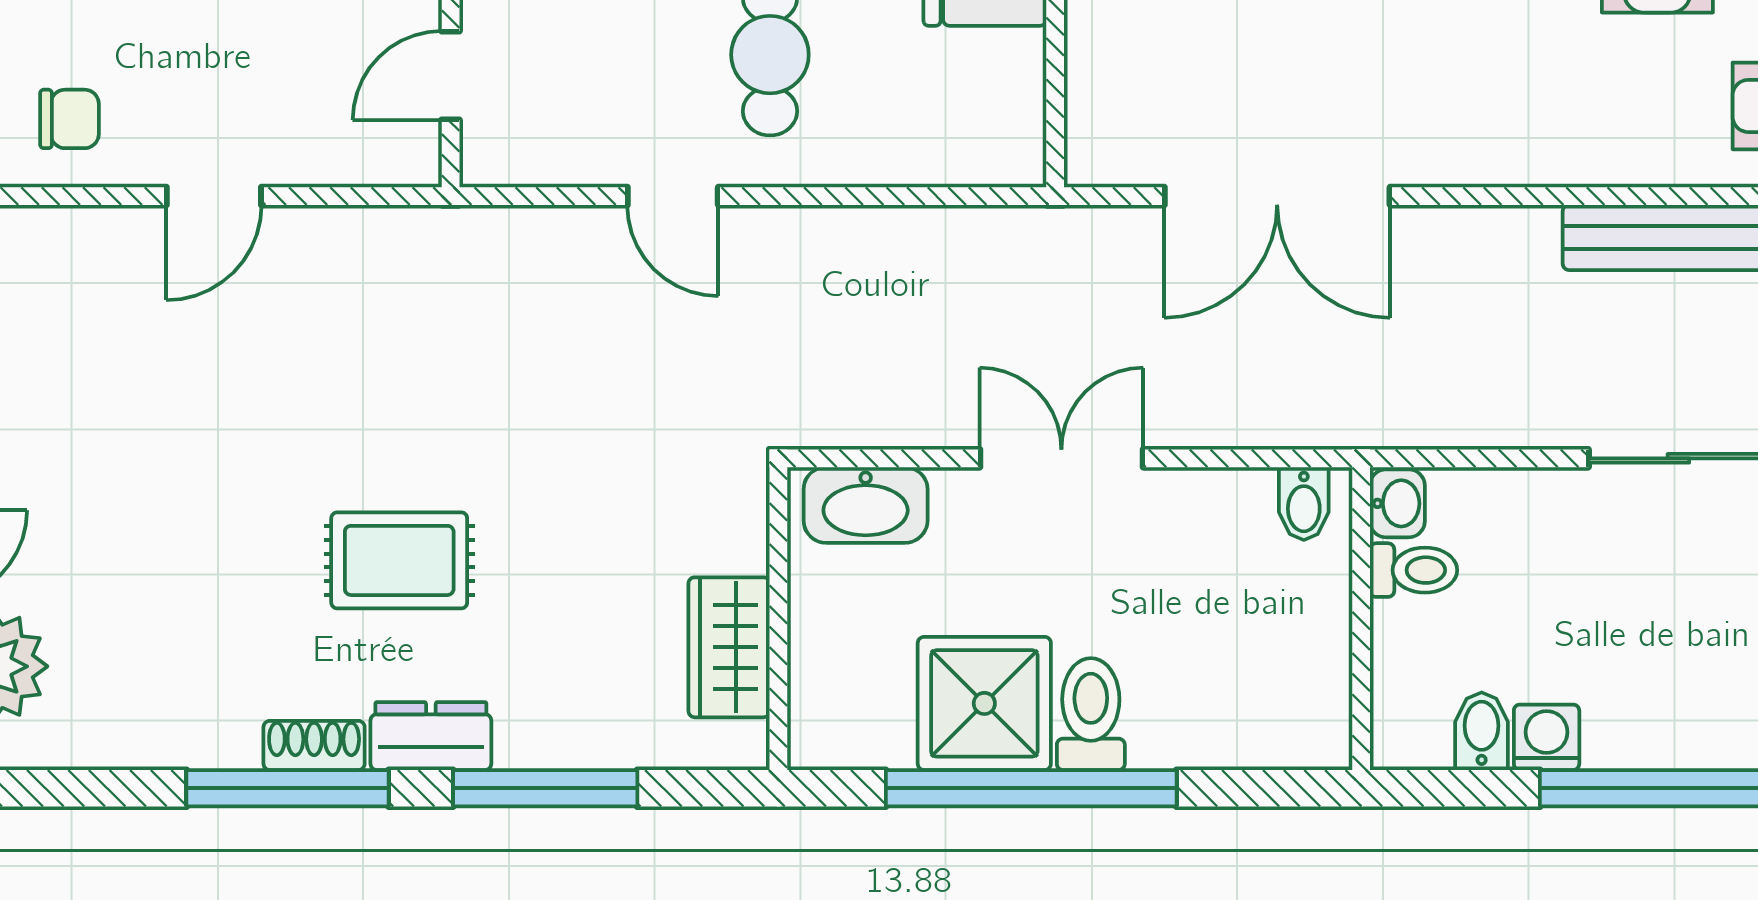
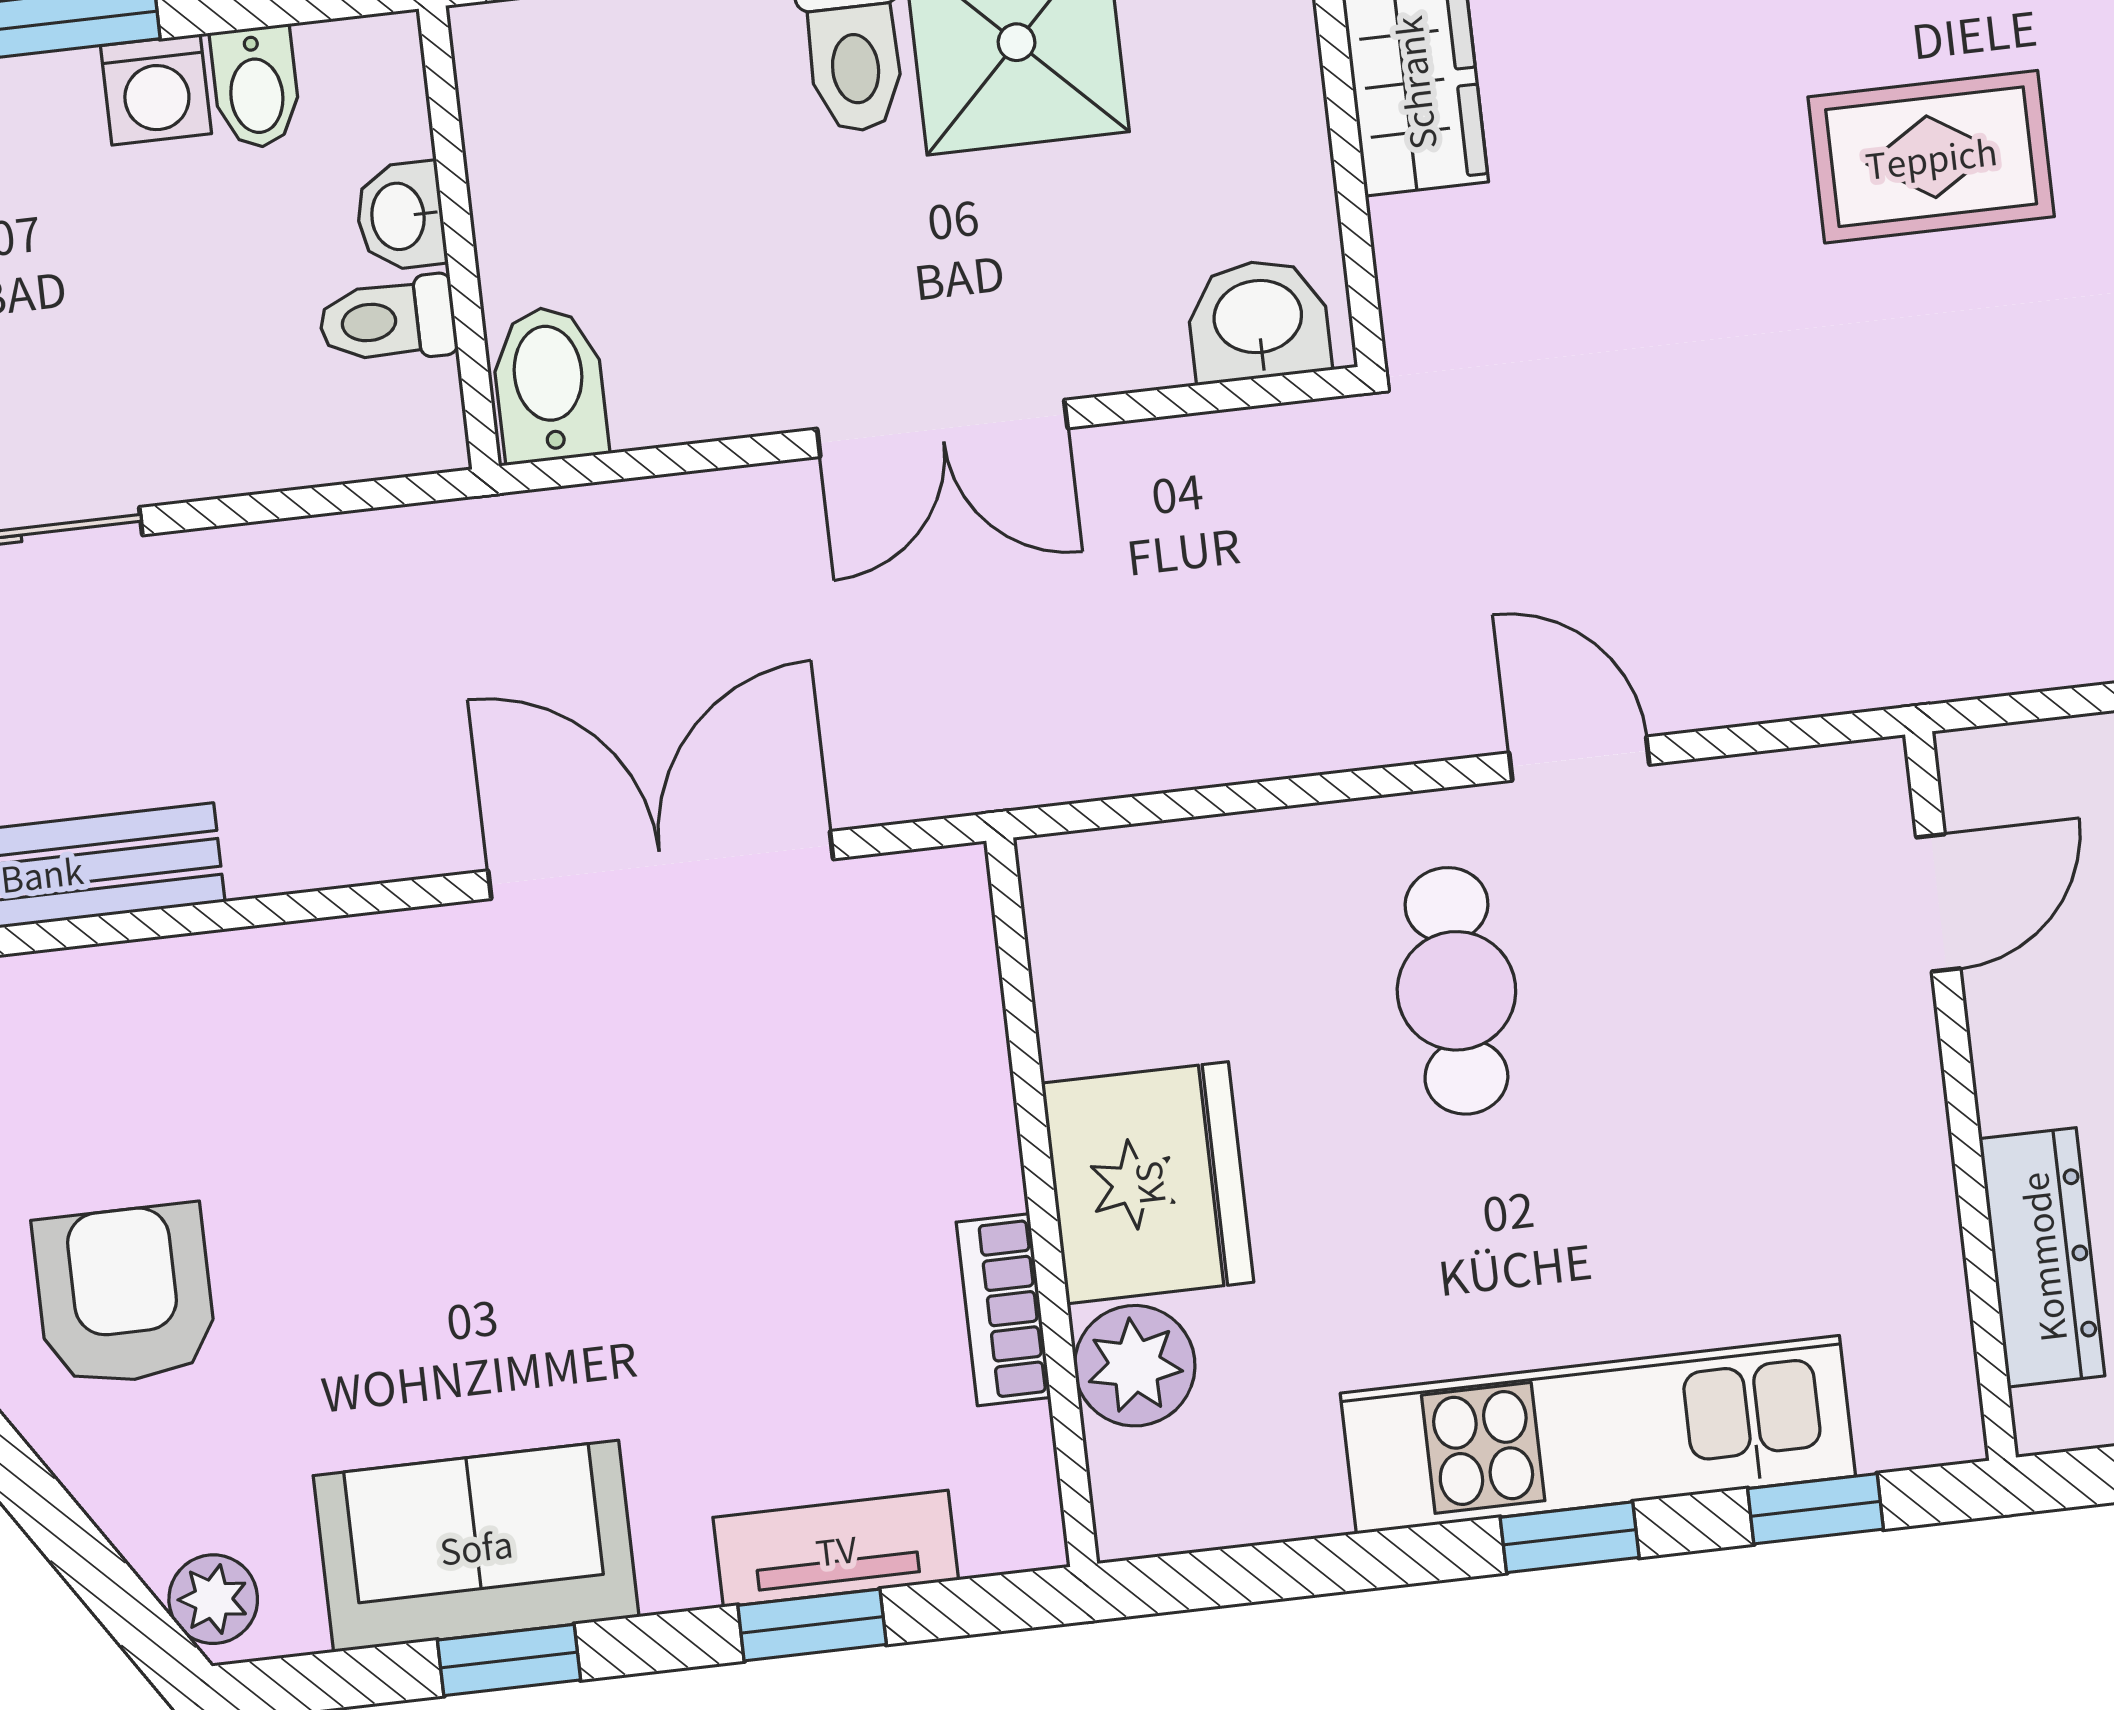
washbasin: (1397, 503) -> (400, 216), moved
bidet: (1304, 504) -> (549, 384), width x1.38, depth x1.36
washbasin: (866, 505) -> (1258, 320), width x0.72

